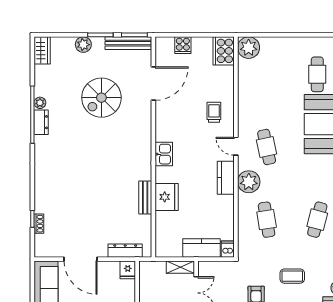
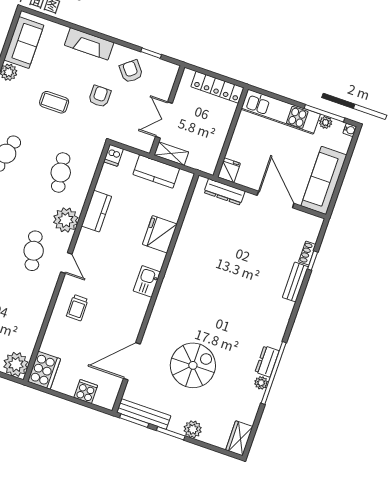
kitchen counter: (226, 178) -> (96, 211), moved
bench: (145, 197) -> (295, 282), moved
kitchen counter: (202, 248) -> (156, 171), moved

